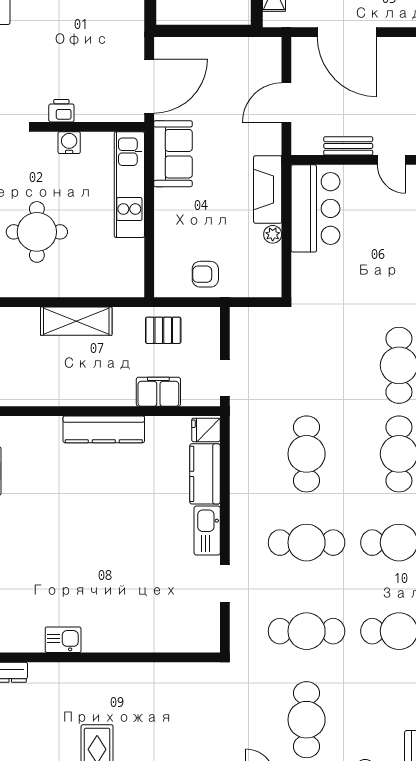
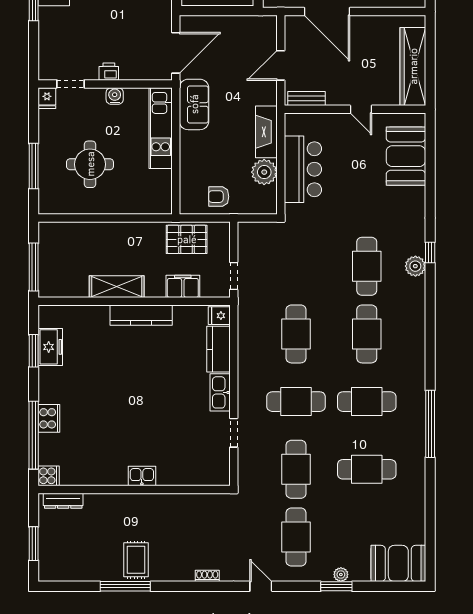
bench: (348, 146) -> (307, 99), moved
bar counter: (315, 208) -> (303, 169), moved
plant: (273, 234) -> (264, 172), width x1.88, depth x1.88
shelving: (76, 321) -> (117, 287), moved
pallet: (163, 330) -> (187, 239), width x1.50, depth x1.42
cafe table: (307, 631) -> (296, 469), turned 90
kitchen sink: (63, 640) -> (142, 476), moved

